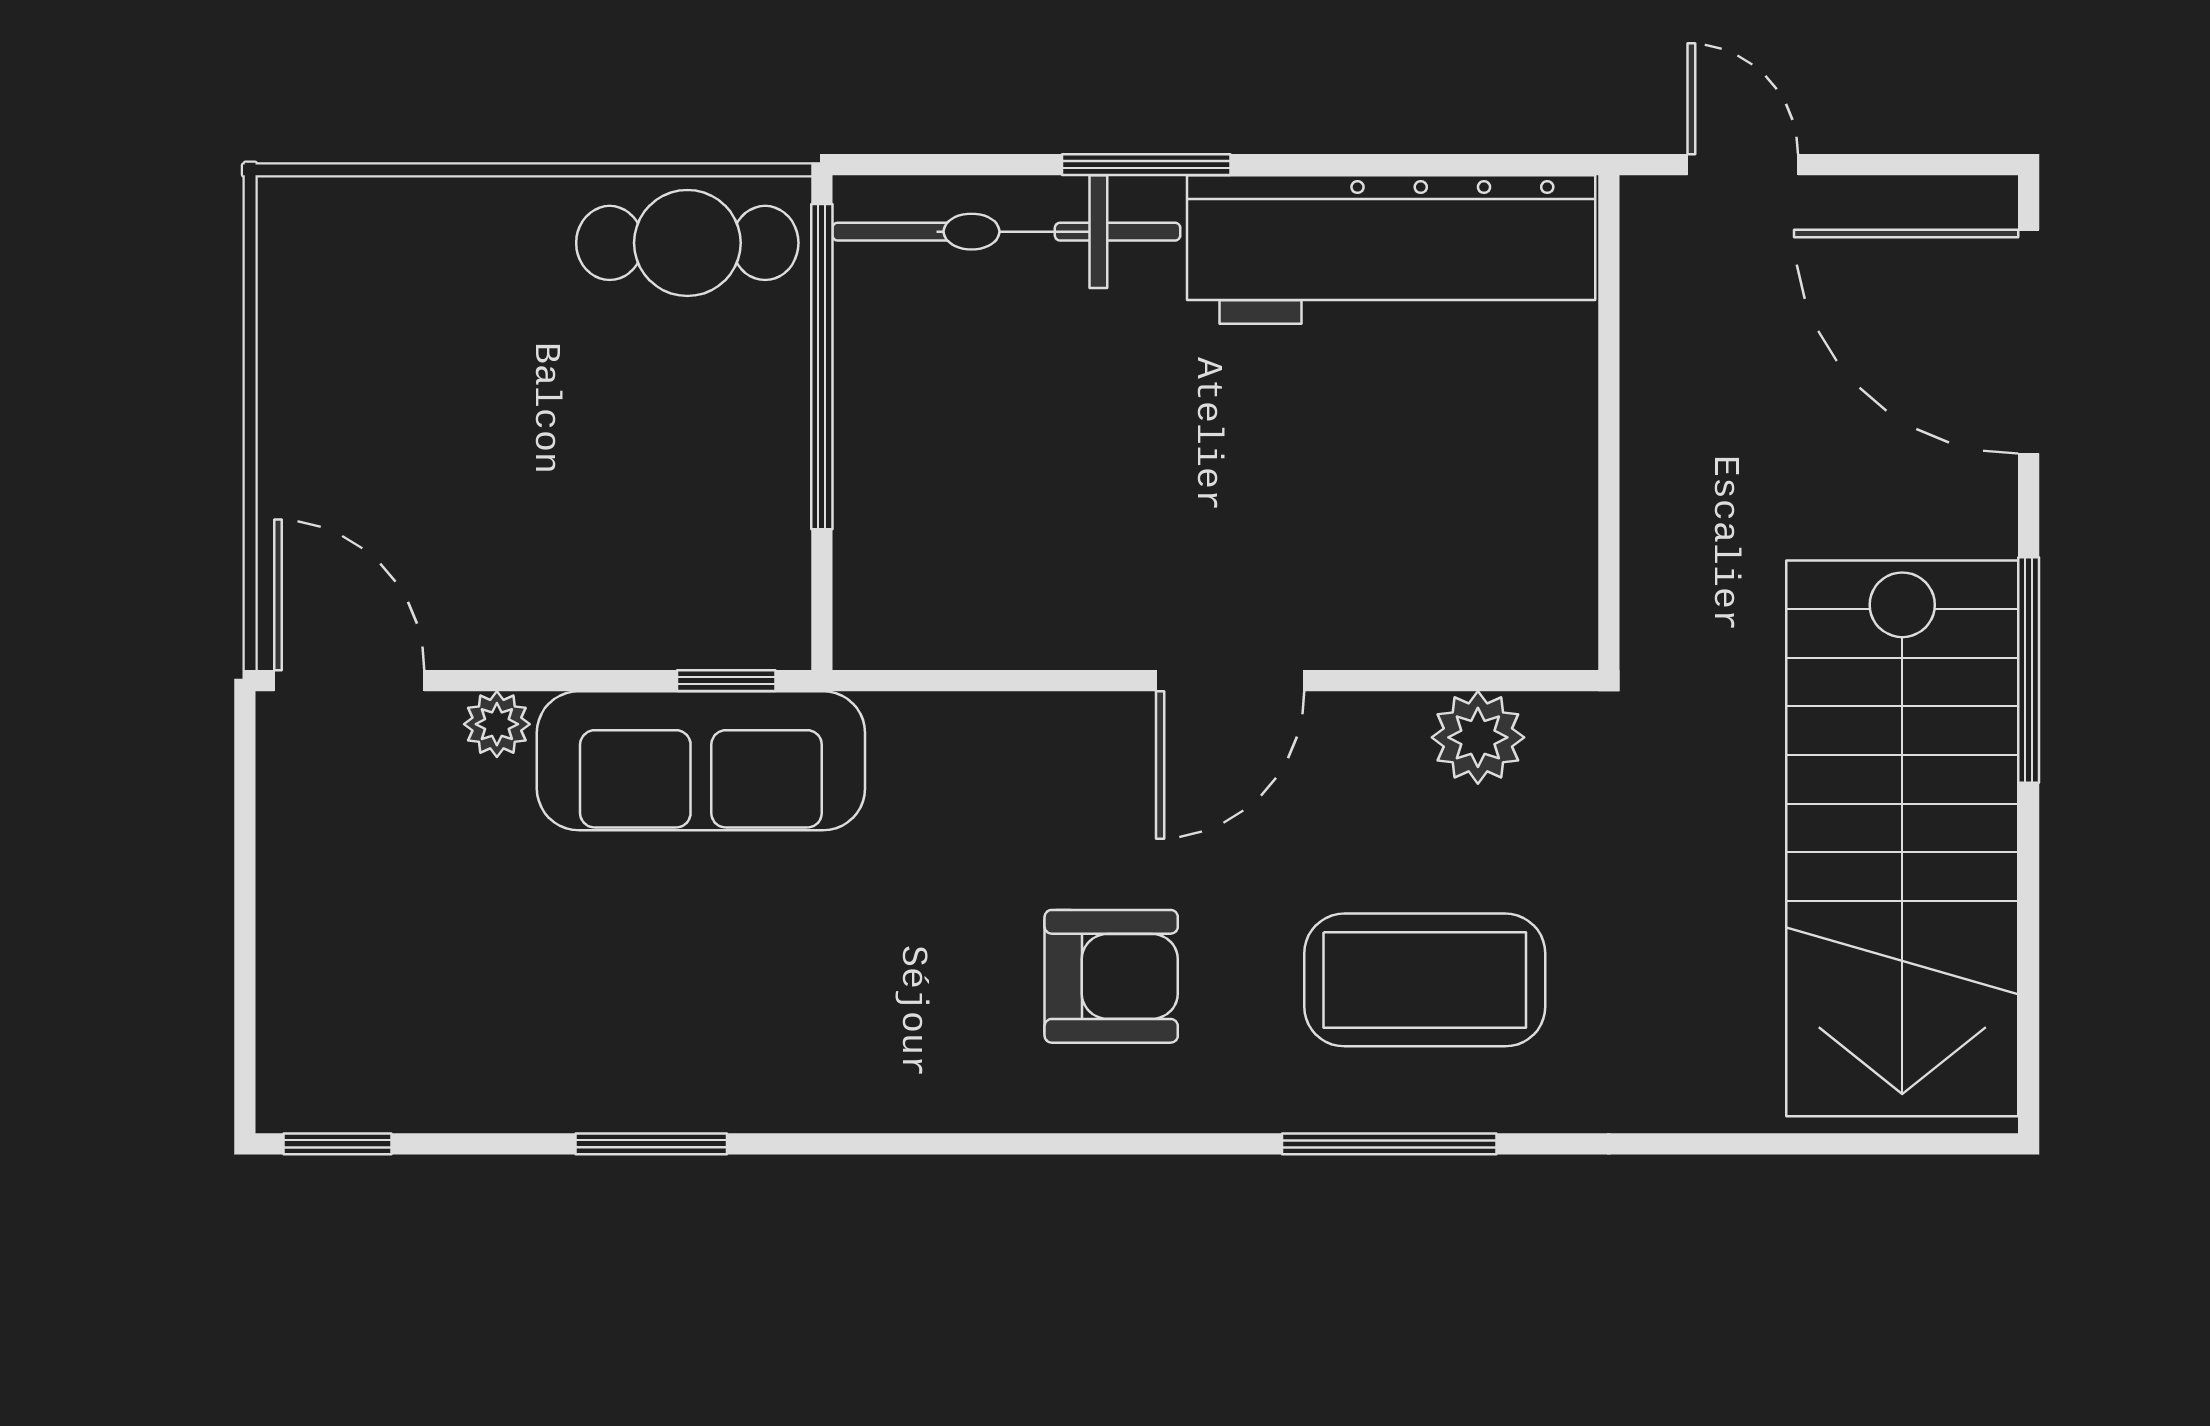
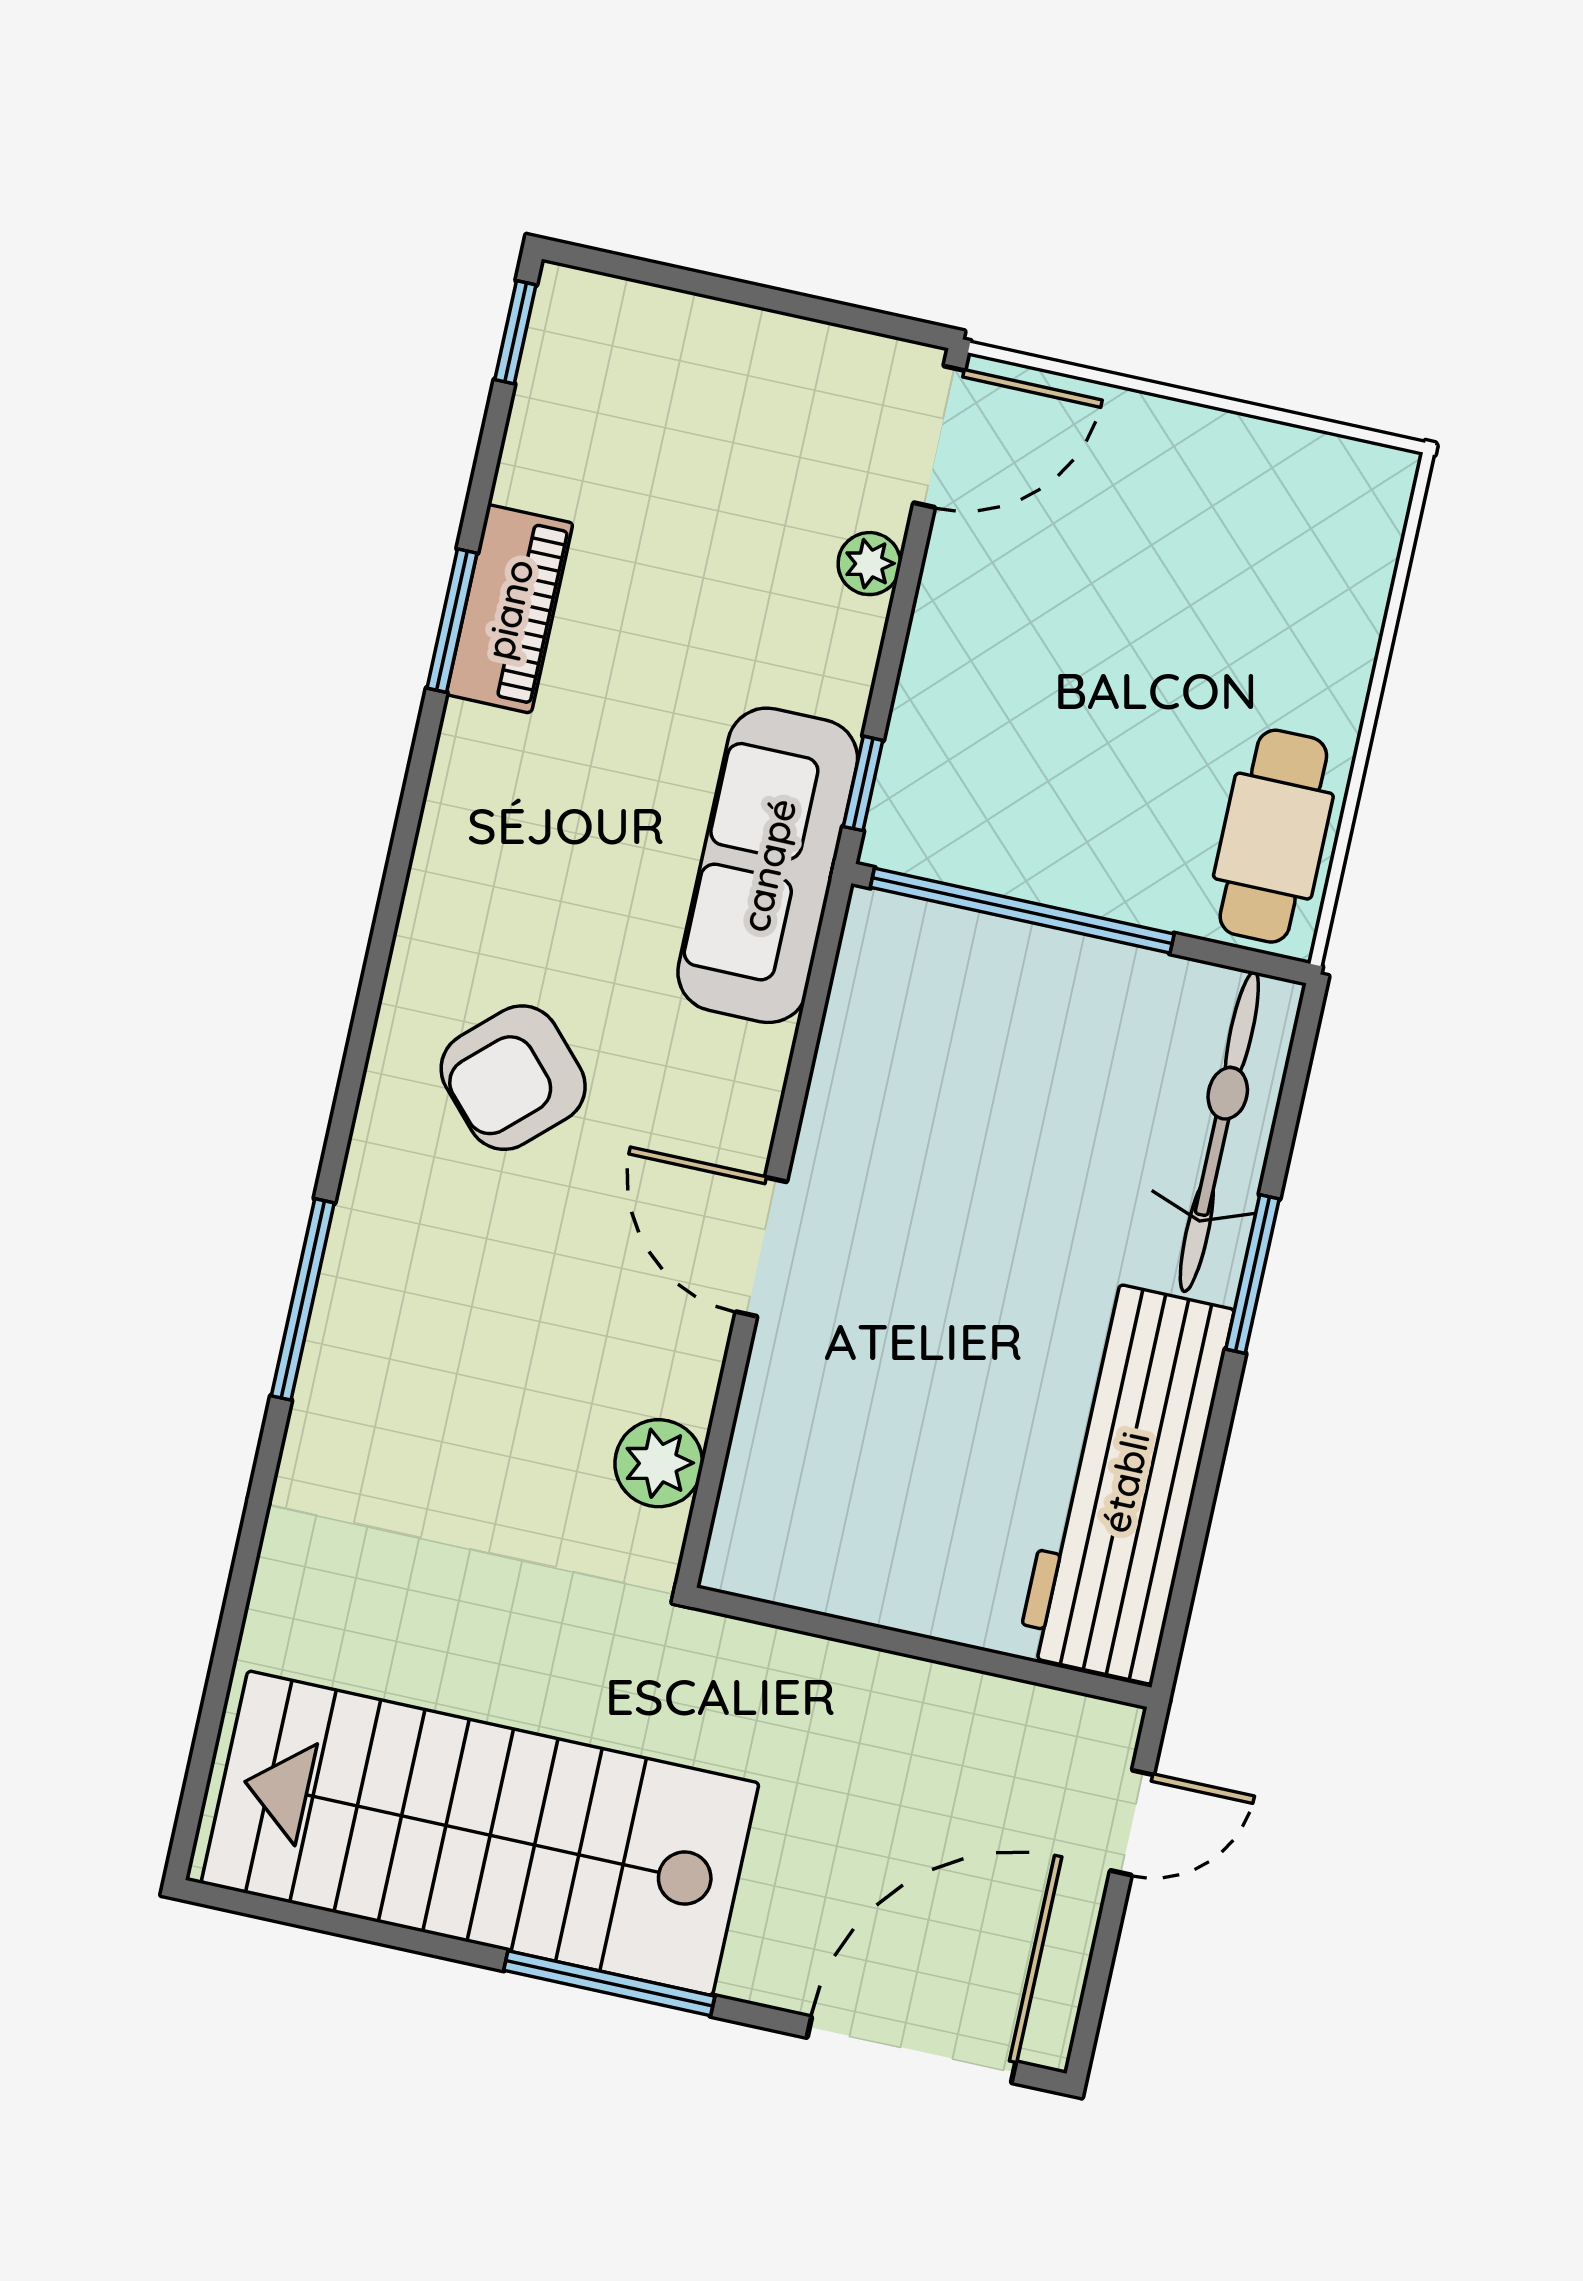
window: (822, 367) -> (1022, 911), moved
sofa: (701, 761) -> (768, 865), moved
armchair: (1111, 976) -> (513, 1078), turned 47
coffee table: (1425, 980) -> (446, 1365), removed
piano: (626, 1087) -> (509, 609), added

